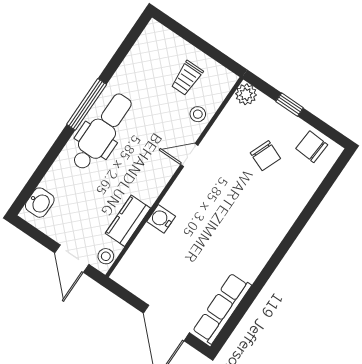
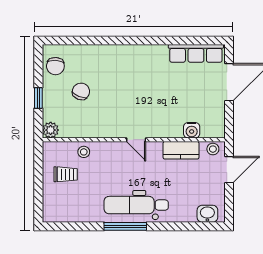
door: (189, 155) -> (136, 140), moved
water cooler: (161, 219) -> (192, 130), moved

